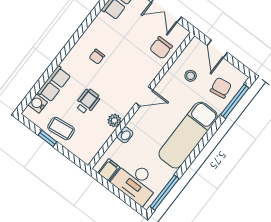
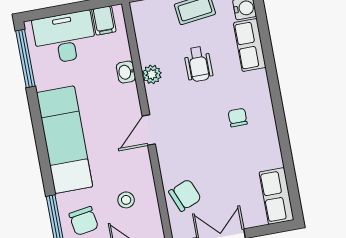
chair: (161, 48) -> (185, 195), turned 68

